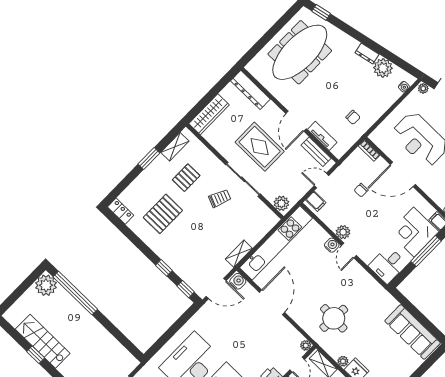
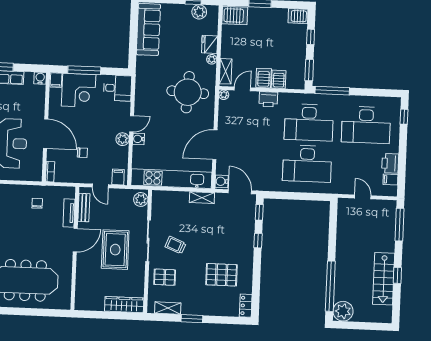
dresser: (250, 90) -> (82, 291), removed
pallet: (186, 178) -> (165, 277), moved
round table: (334, 318) -> (188, 92), width x1.36, depth x1.36

